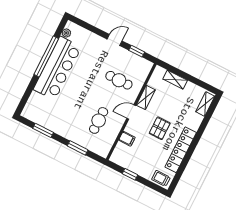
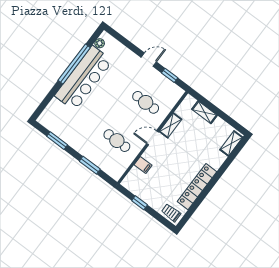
cafe table: (99, 120) -> (117, 141), turned 90
pallet: (160, 128) -> (179, 160), removed

